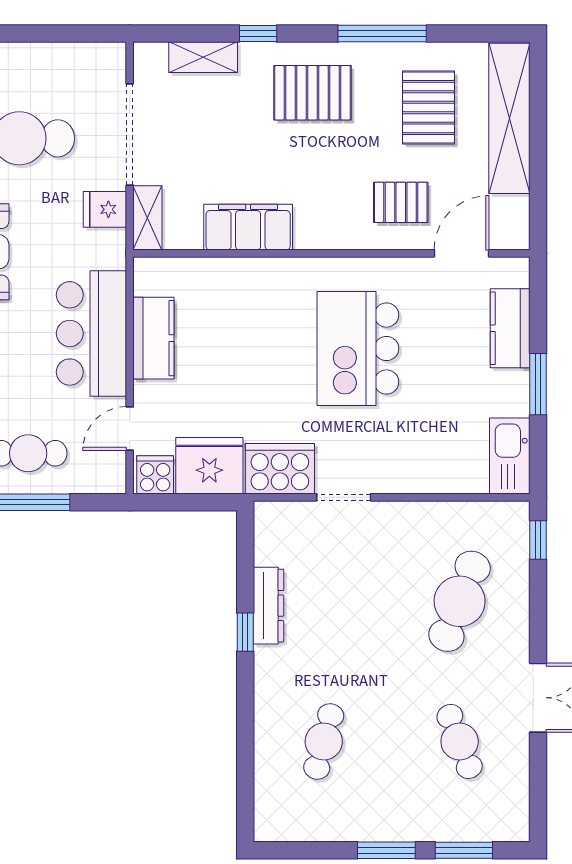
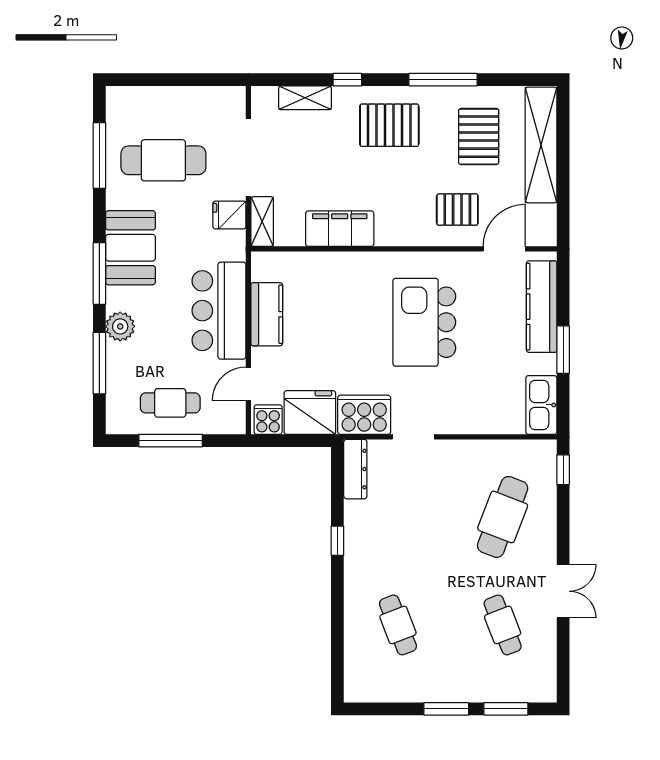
kitchen counter: (510, 328) -> (542, 307), width x1.50
dresser: (268, 606) -> (355, 469), moved
cafe table: (324, 741) -> (398, 625), turned -36

